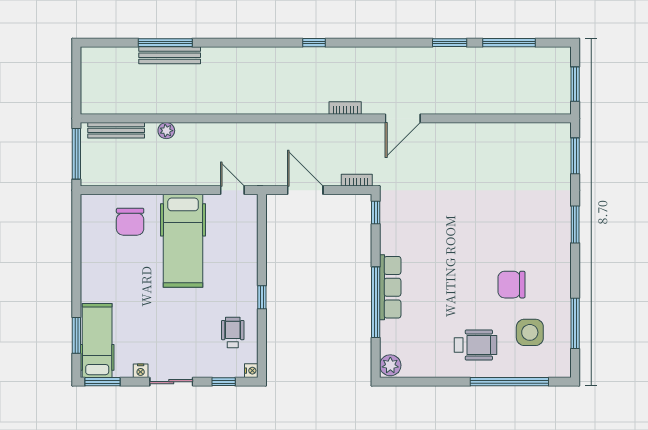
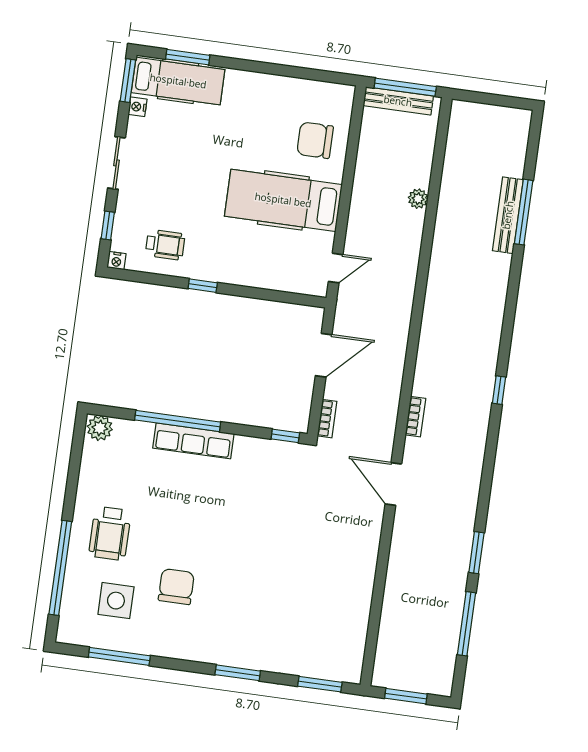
bench: (116, 130) -> (398, 101), moved, turned 90
nightstand: (141, 371) -> (138, 107), moved

